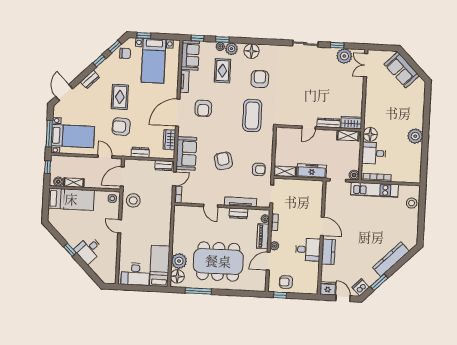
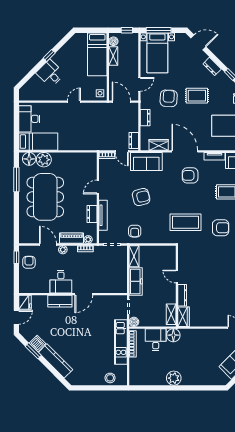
stool: (133, 200) -> (99, 113), removed
dishwasher: (361, 287) -> (38, 343), moved

